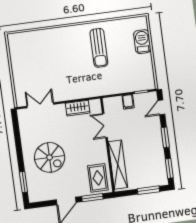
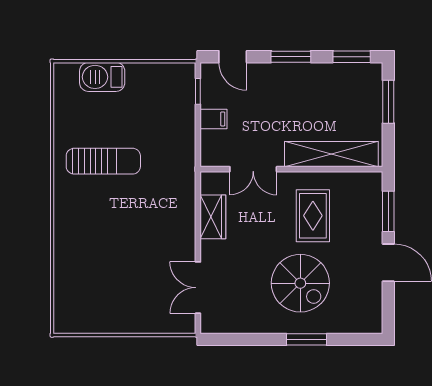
spiral stairs: (50, 157) -> (300, 283), turned 90
rug: (98, 178) -> (313, 216), moved, turned 90
window: (23, 182) -> (306, 339), moved

